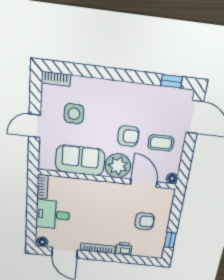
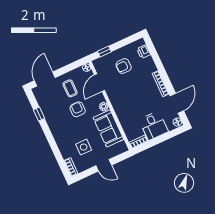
window: (172, 81) -> (39, 114), moved
plant: (118, 166) -> (104, 107), width x0.53, depth x0.53
armchair: (145, 221) -> (124, 66), turned -90
window: (170, 240) -> (104, 51), moved
printer: (124, 249) -> (144, 52), moved

